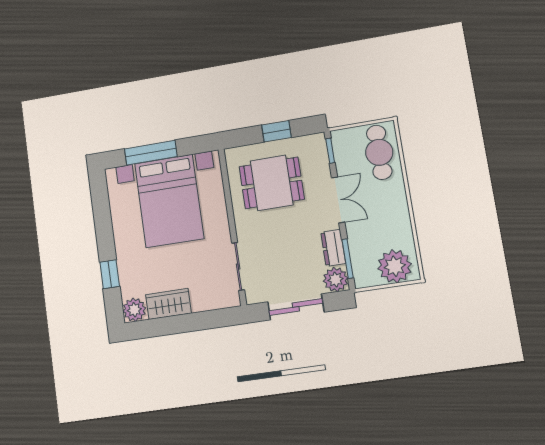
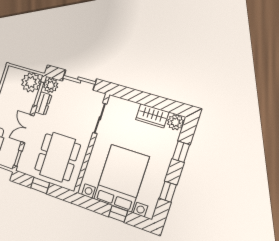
window: (151, 153) -> (118, 214), width x0.46
dining table: (272, 183) -> (57, 157), width x1.37
window: (102, 215) -> (168, 192), added
plant: (395, 266) -> (31, 82), moved

